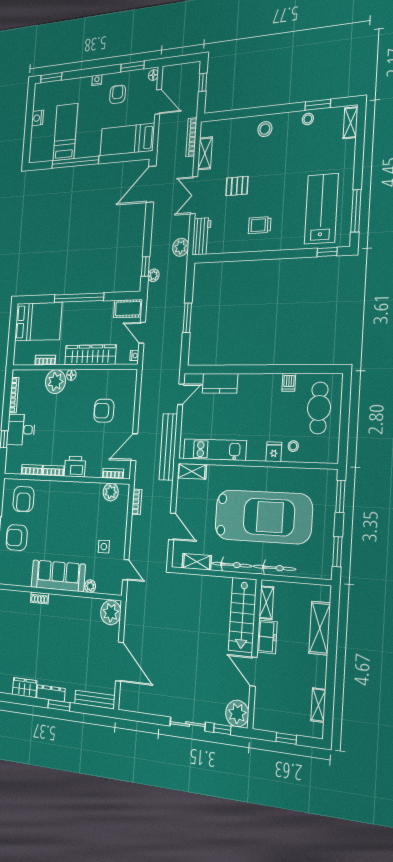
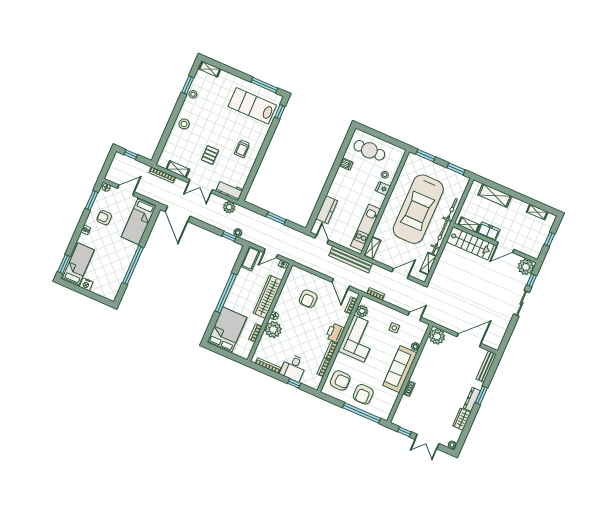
bed: (65, 132) -> (78, 264), moved, turned 90
corner sofa: (77, 502) -> (359, 339), added
car: (263, 517) -> (418, 209), turned 180

